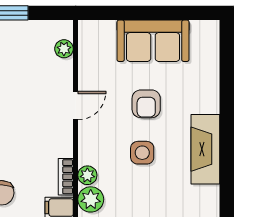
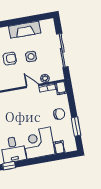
door: (76, 106) -> (32, 86), moved
plant: (91, 199) -> (55, 75), removed

